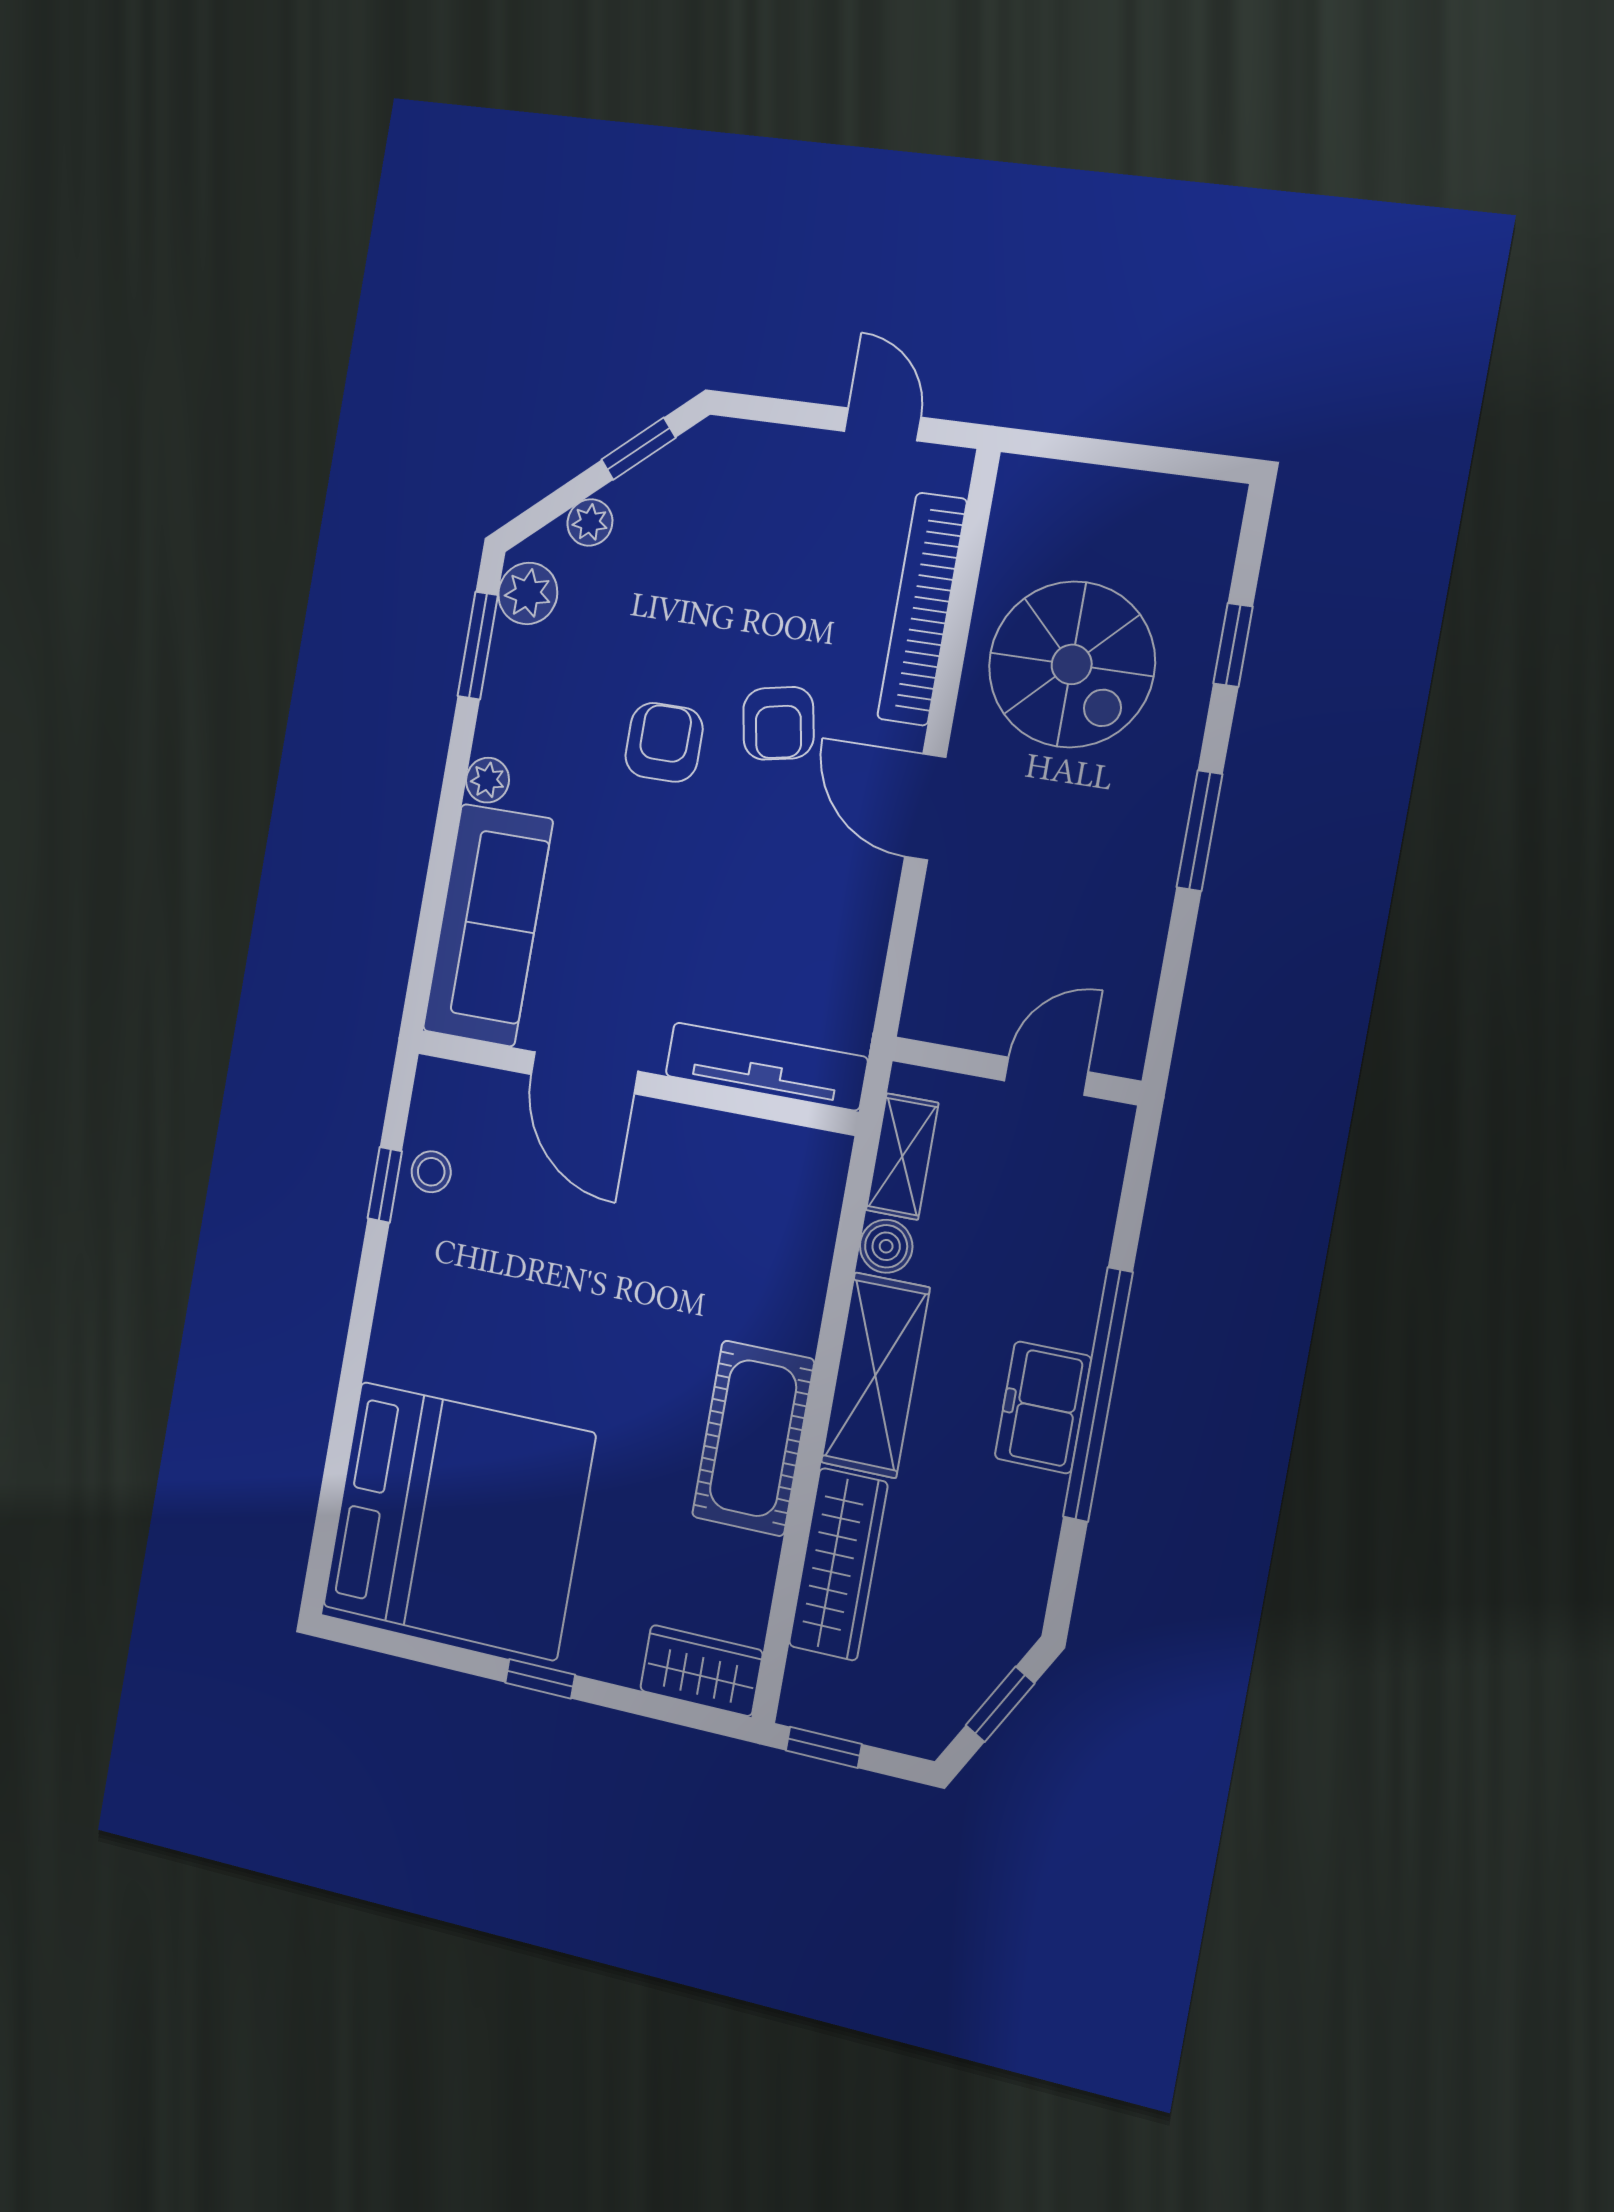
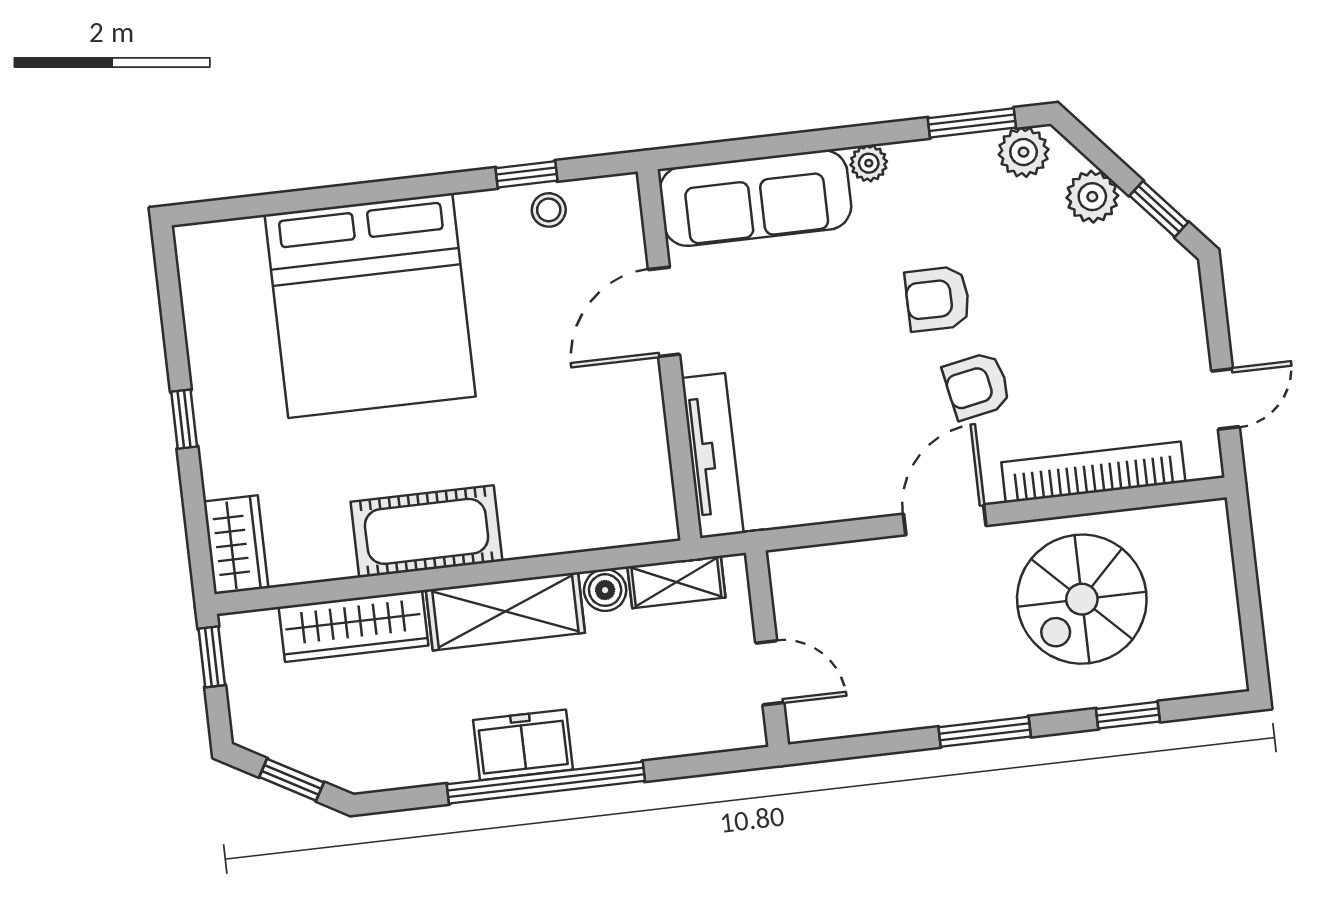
plant: (590, 522) -> (1092, 197), width x1.38, depth x1.38
armchair: (664, 742) -> (937, 299), turned 180
bed: (458, 1520) -> (370, 306), moved

